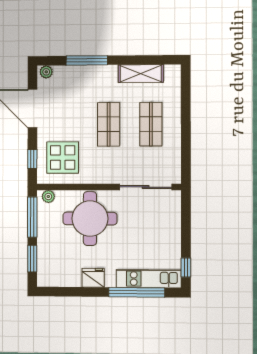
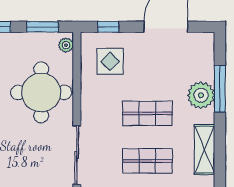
plant: (46, 72) -> (201, 95), moved, width x1.88, depth x1.88
display table: (63, 158) -> (110, 61), width x0.73, depth x0.73
window: (32, 217) -> (43, 27), width x0.69

